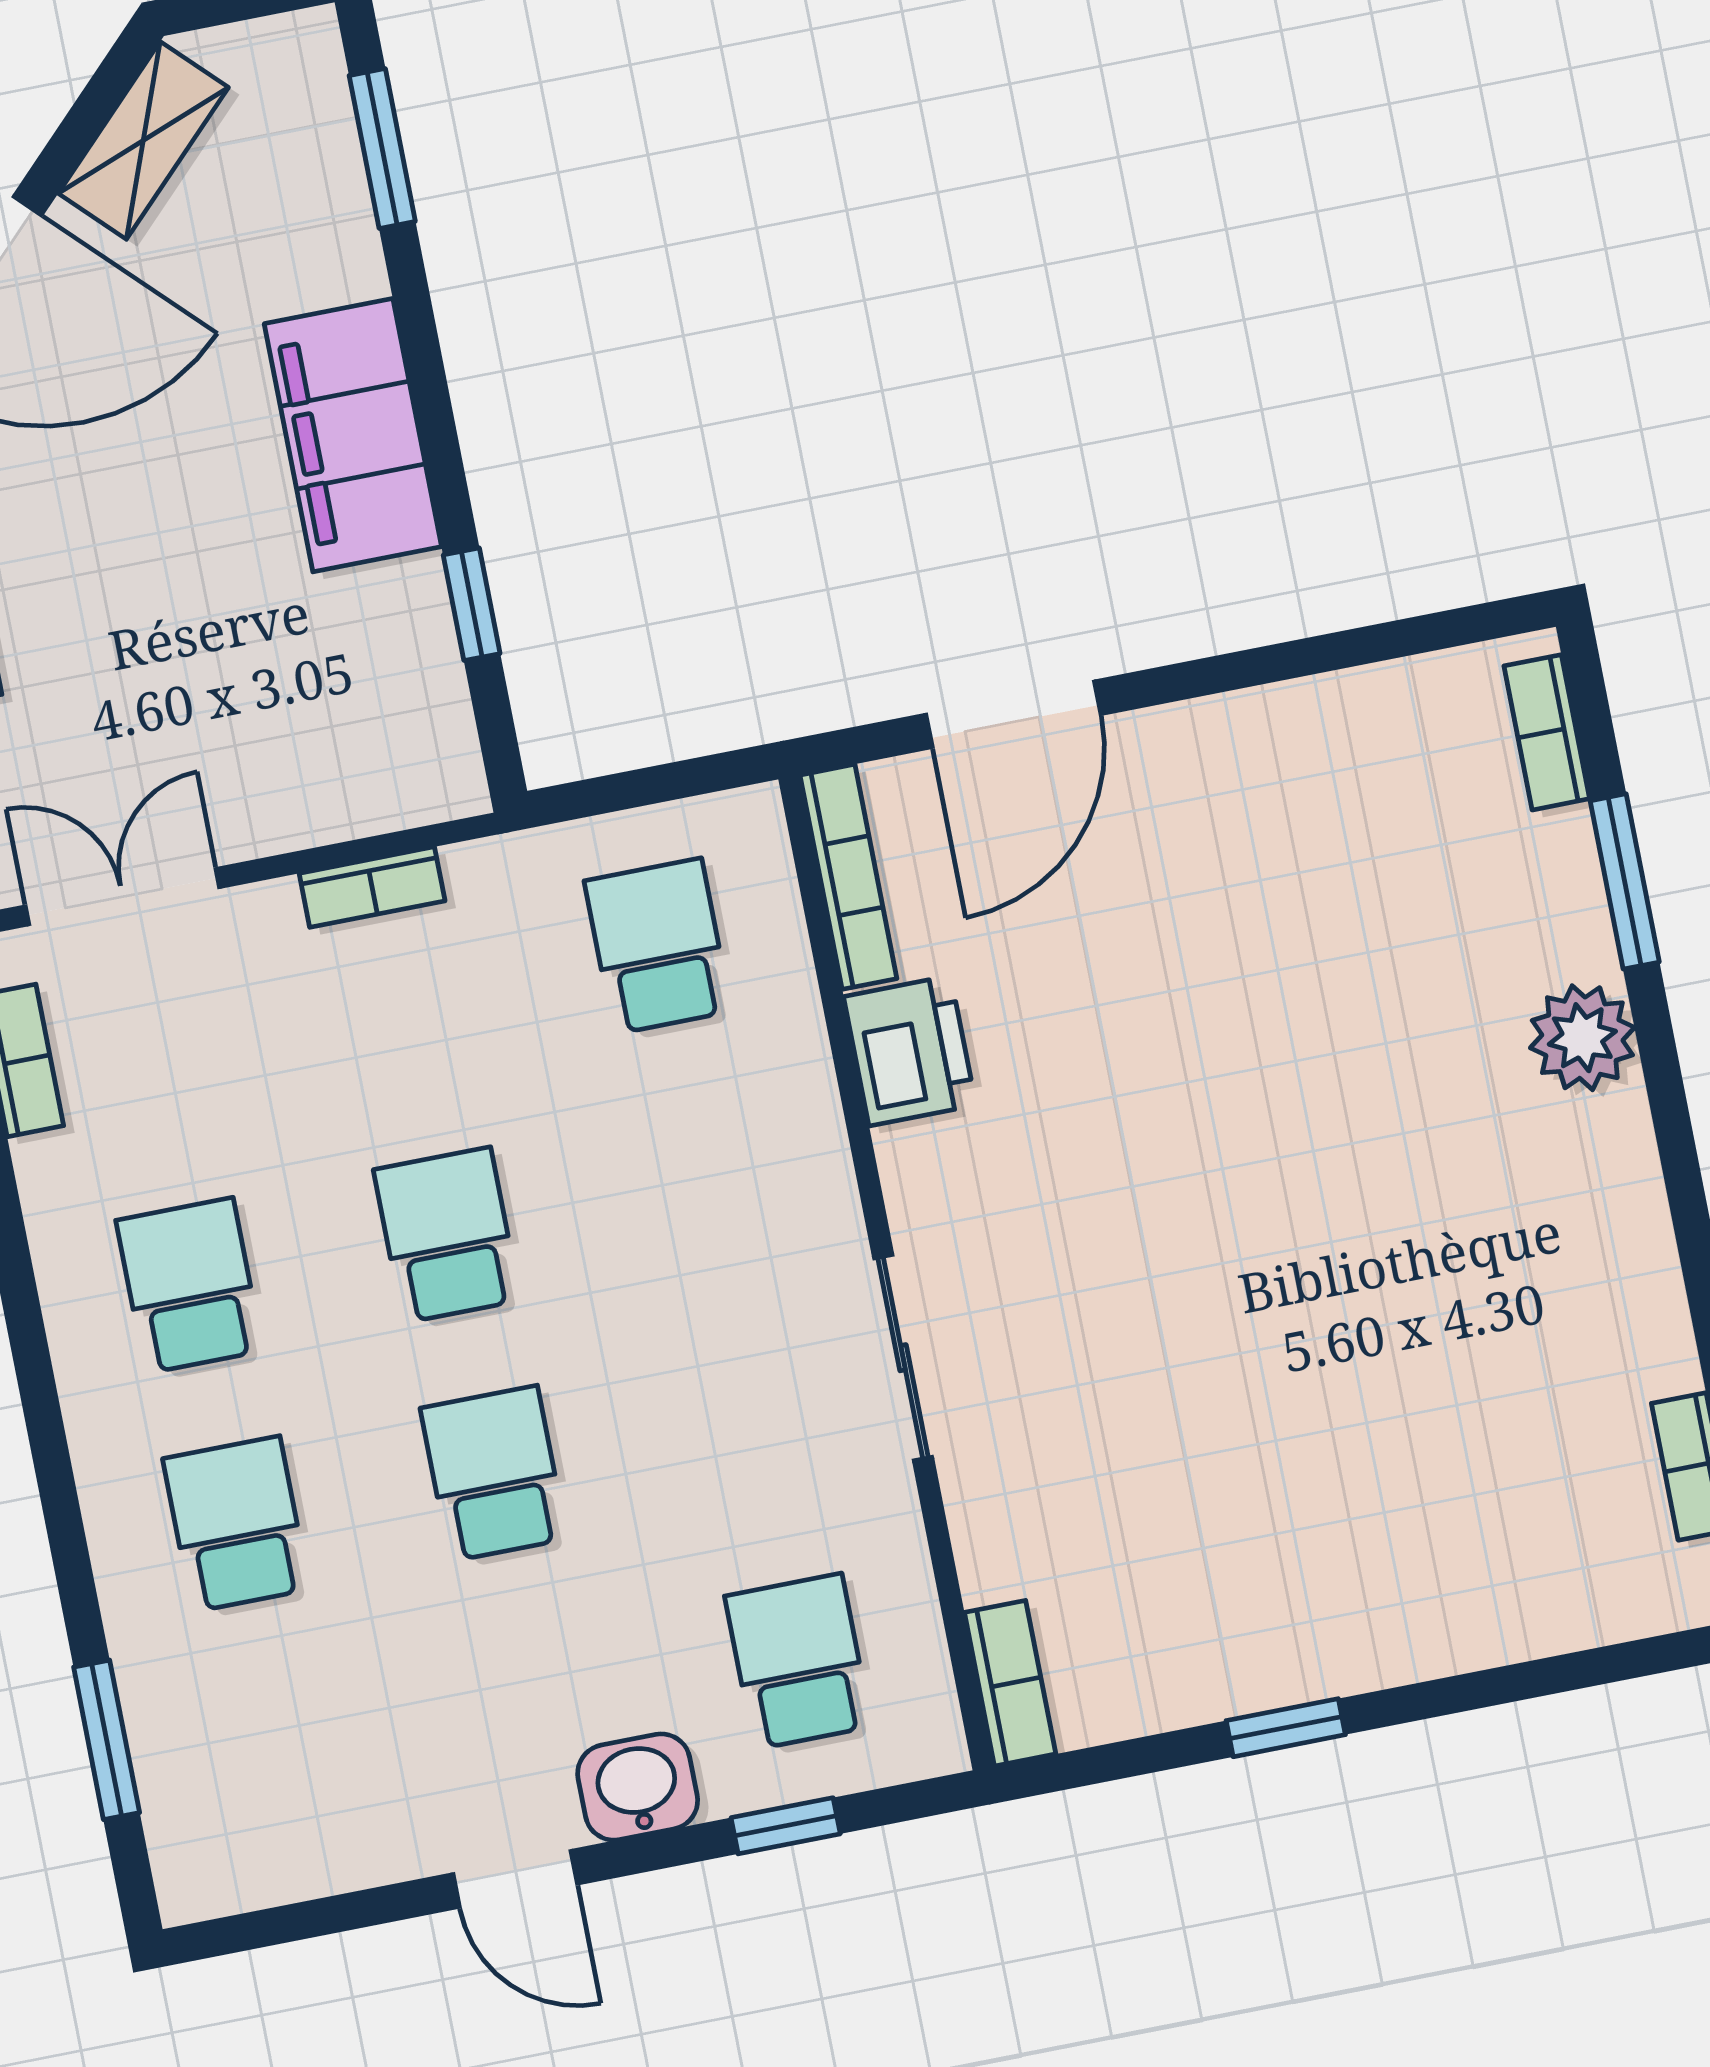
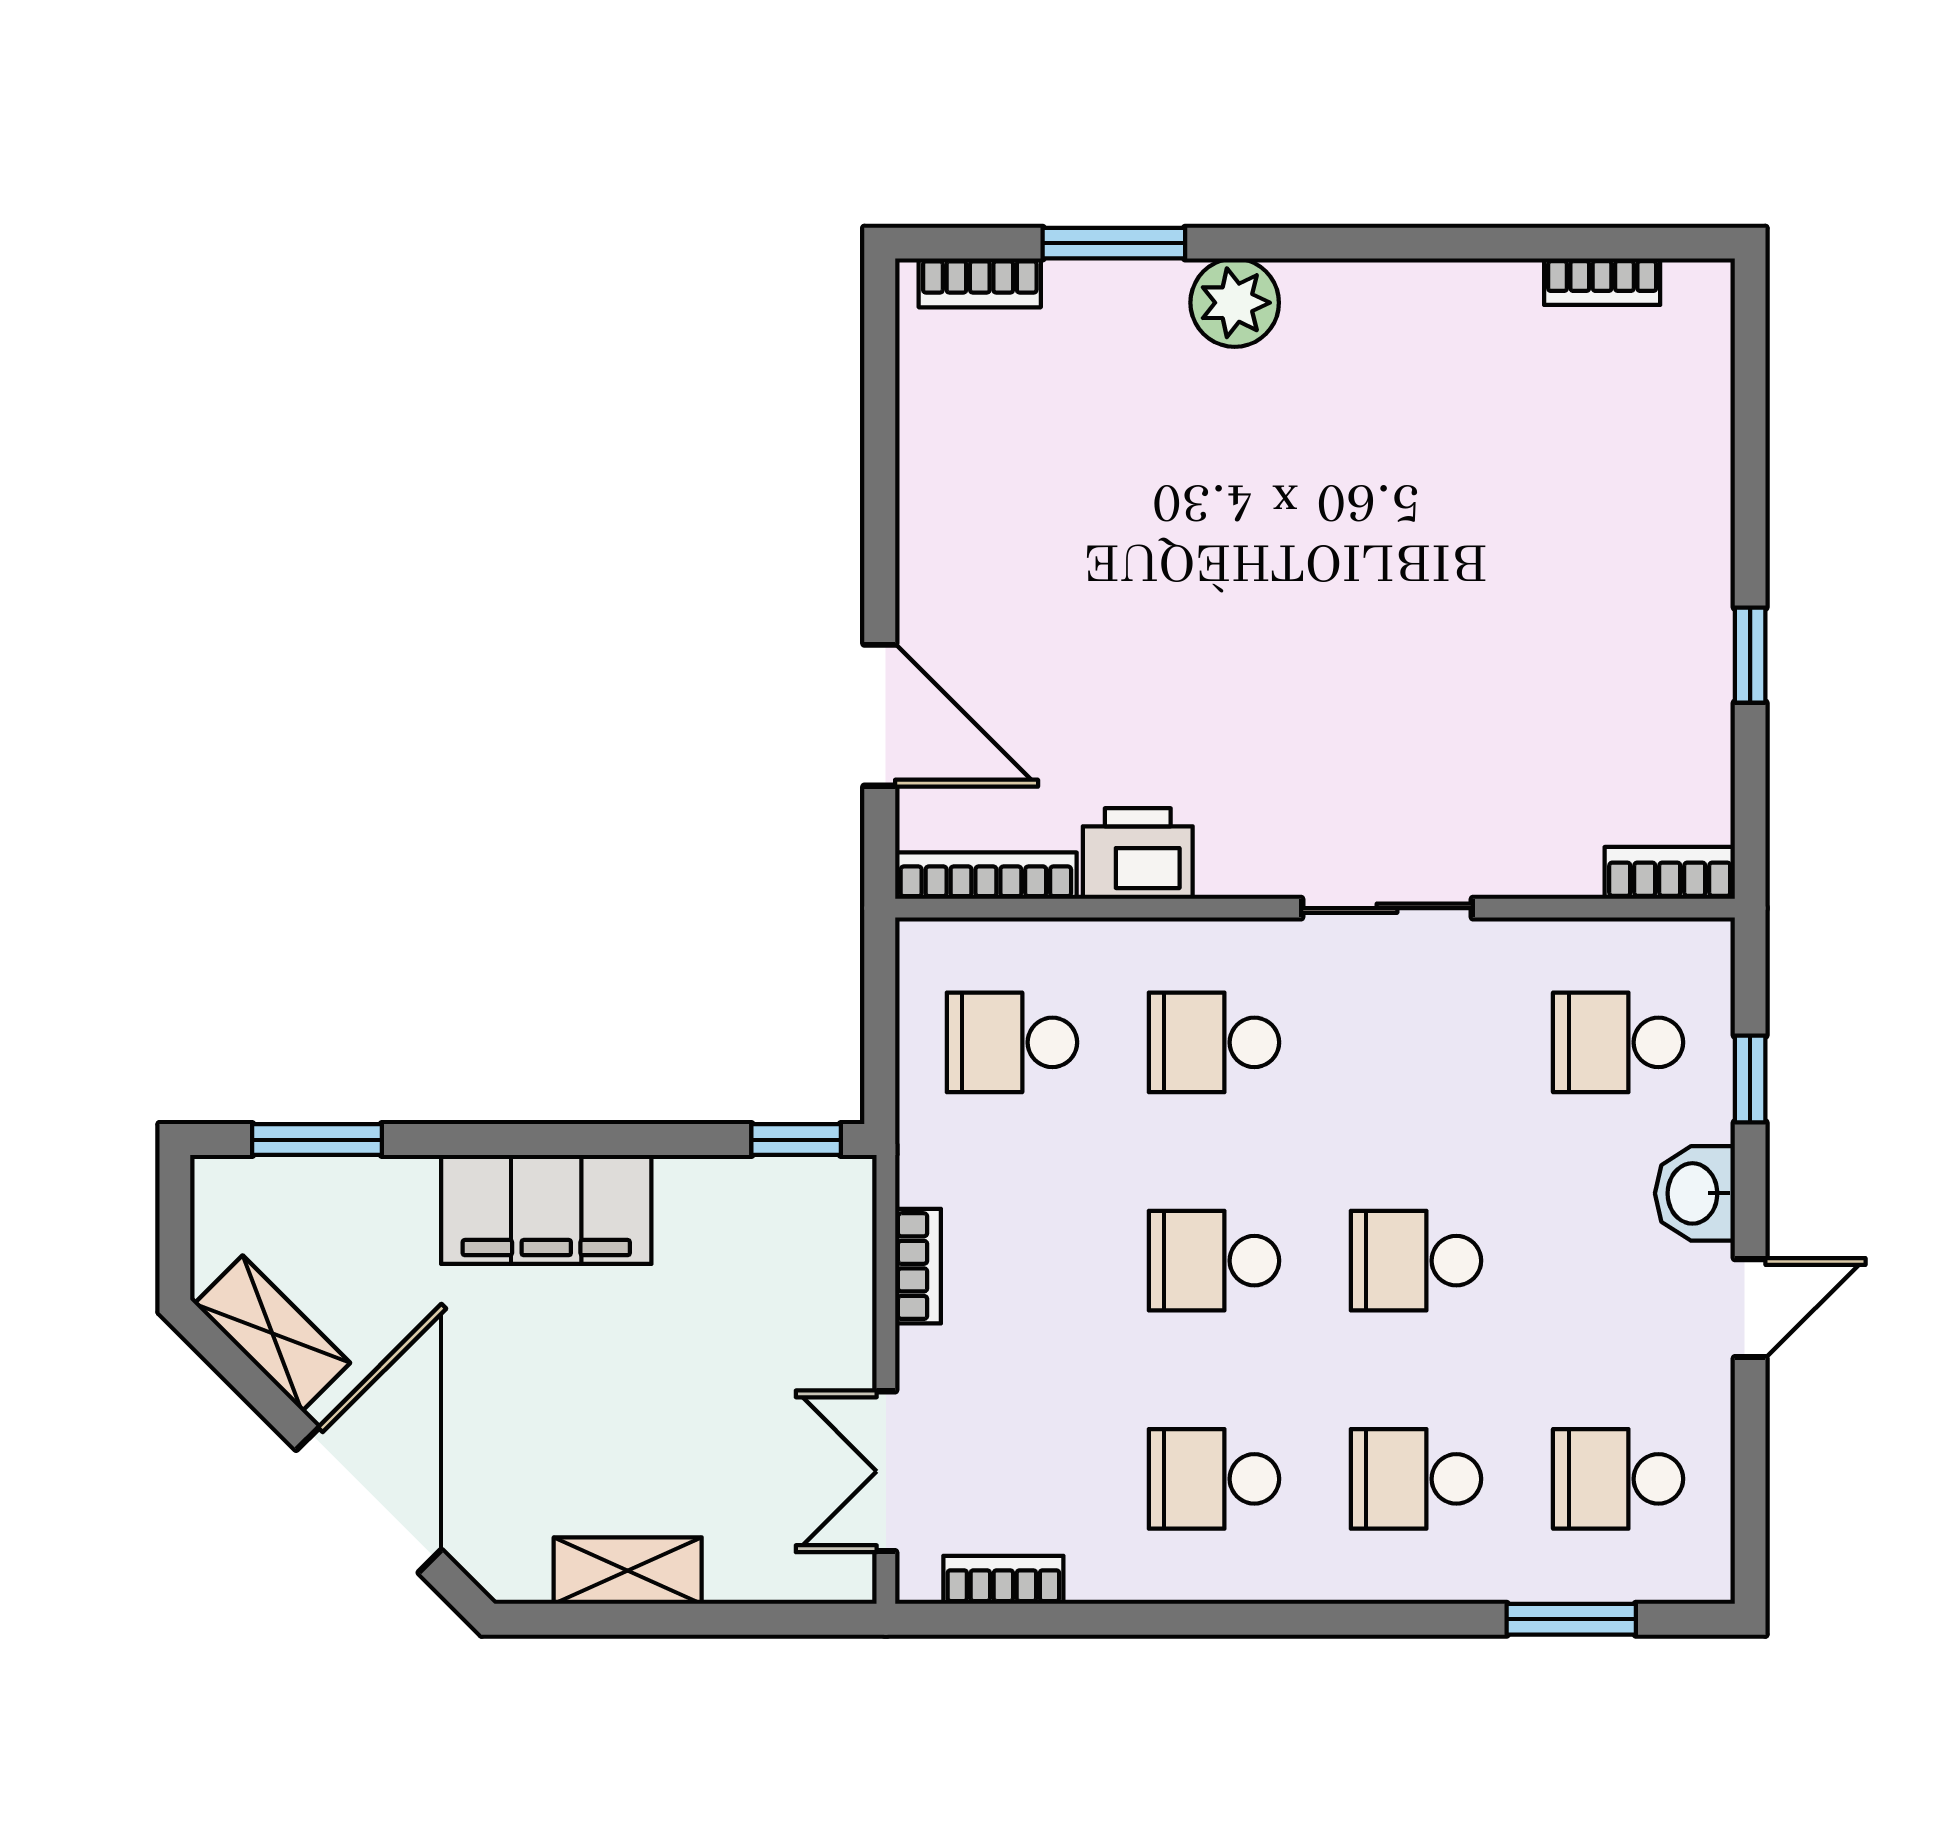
window: (472, 604) -> (796, 1140), moved
school desk: (705, 1185) -> (1214, 1042), added
school desk: (283, 1762) -> (1618, 1479), added

